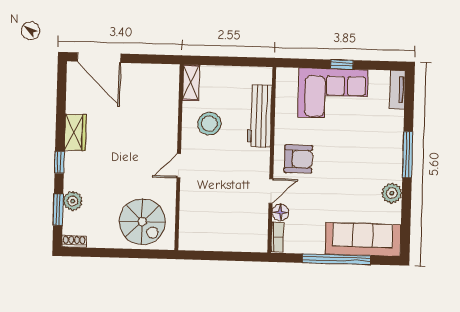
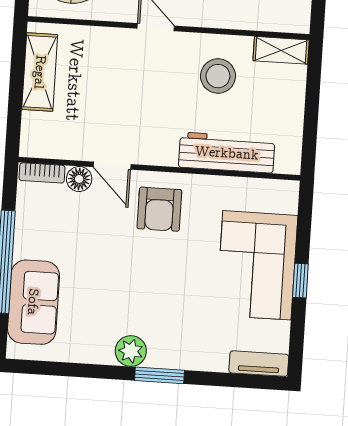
window: (408, 155) -> (160, 375), width x0.69
plant: (392, 193) -> (131, 351), moved
sofa: (363, 239) -> (33, 302), width x0.73
shelving: (211, 241) -> (40, 72), added

